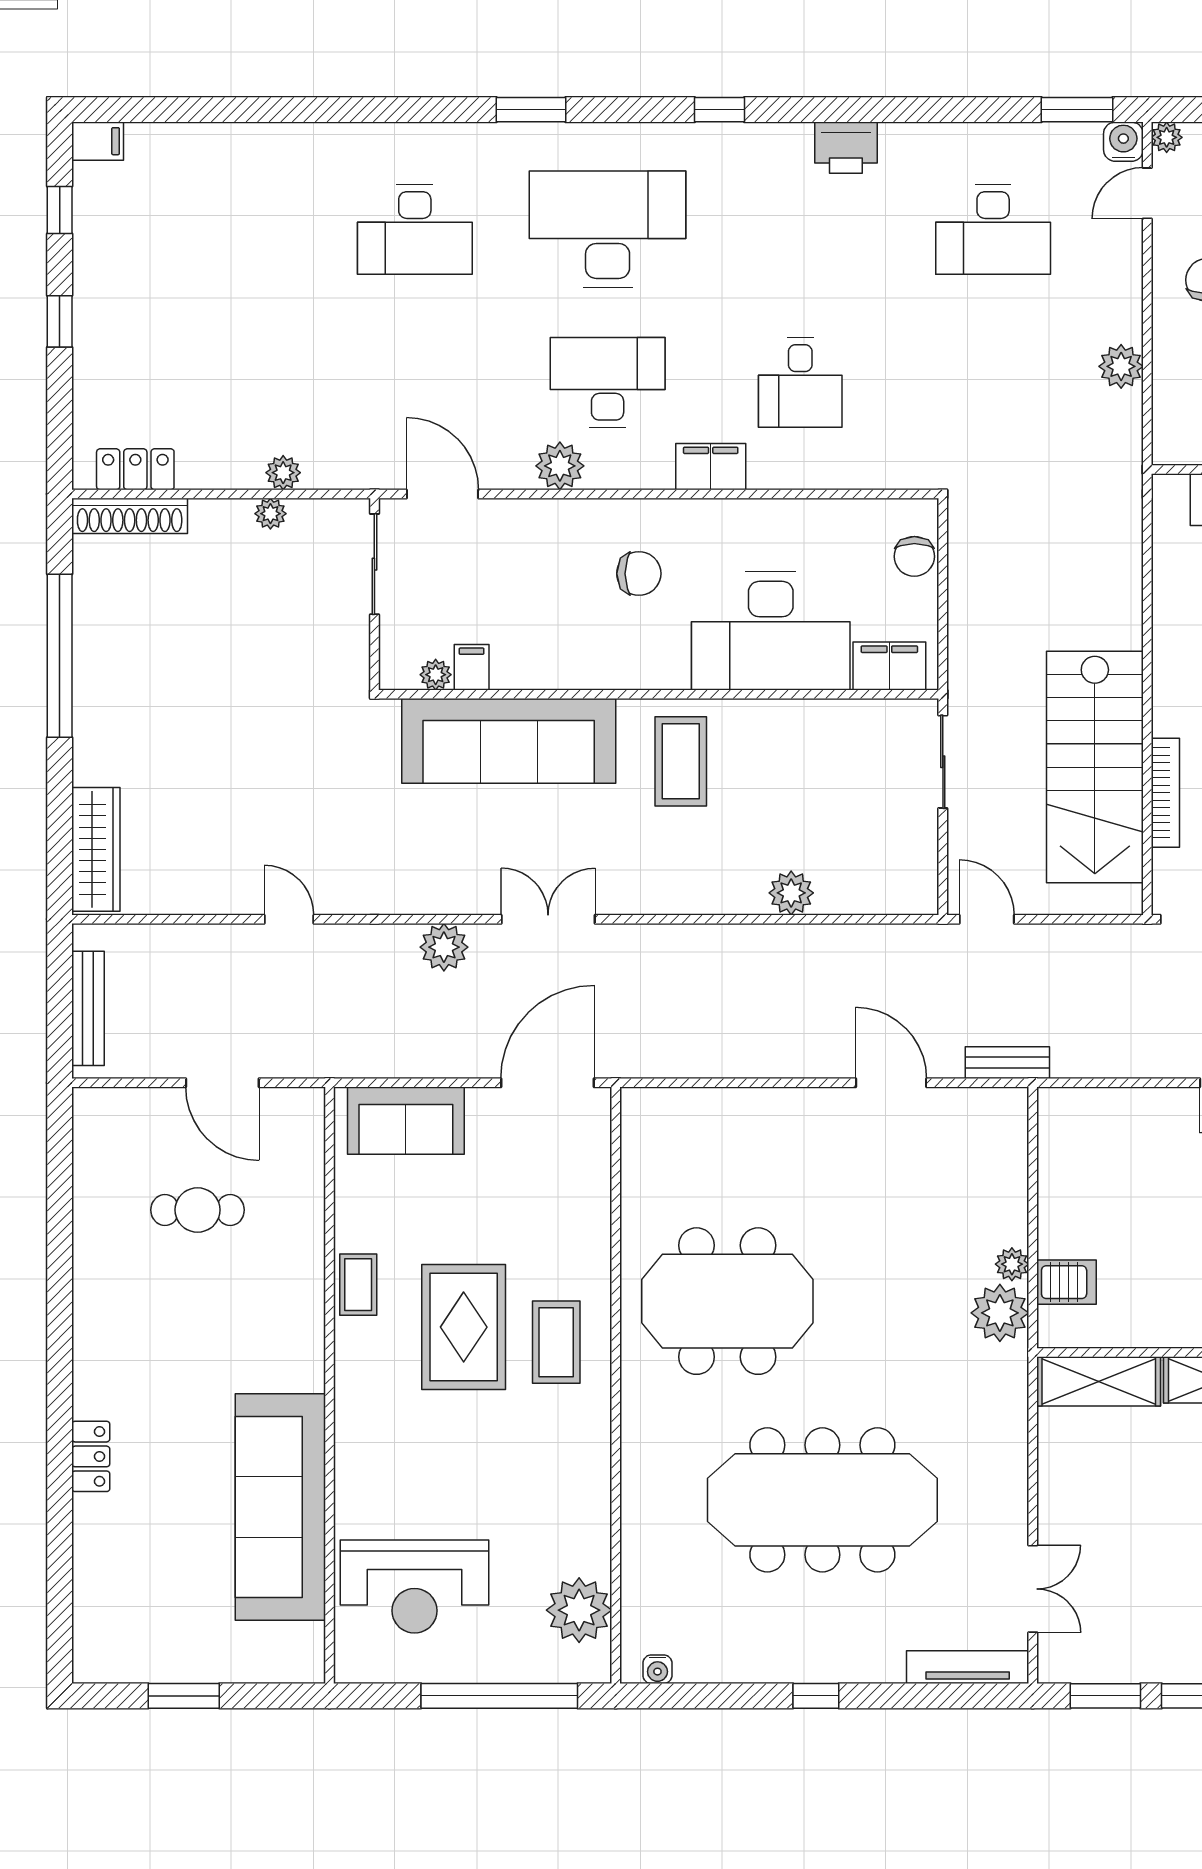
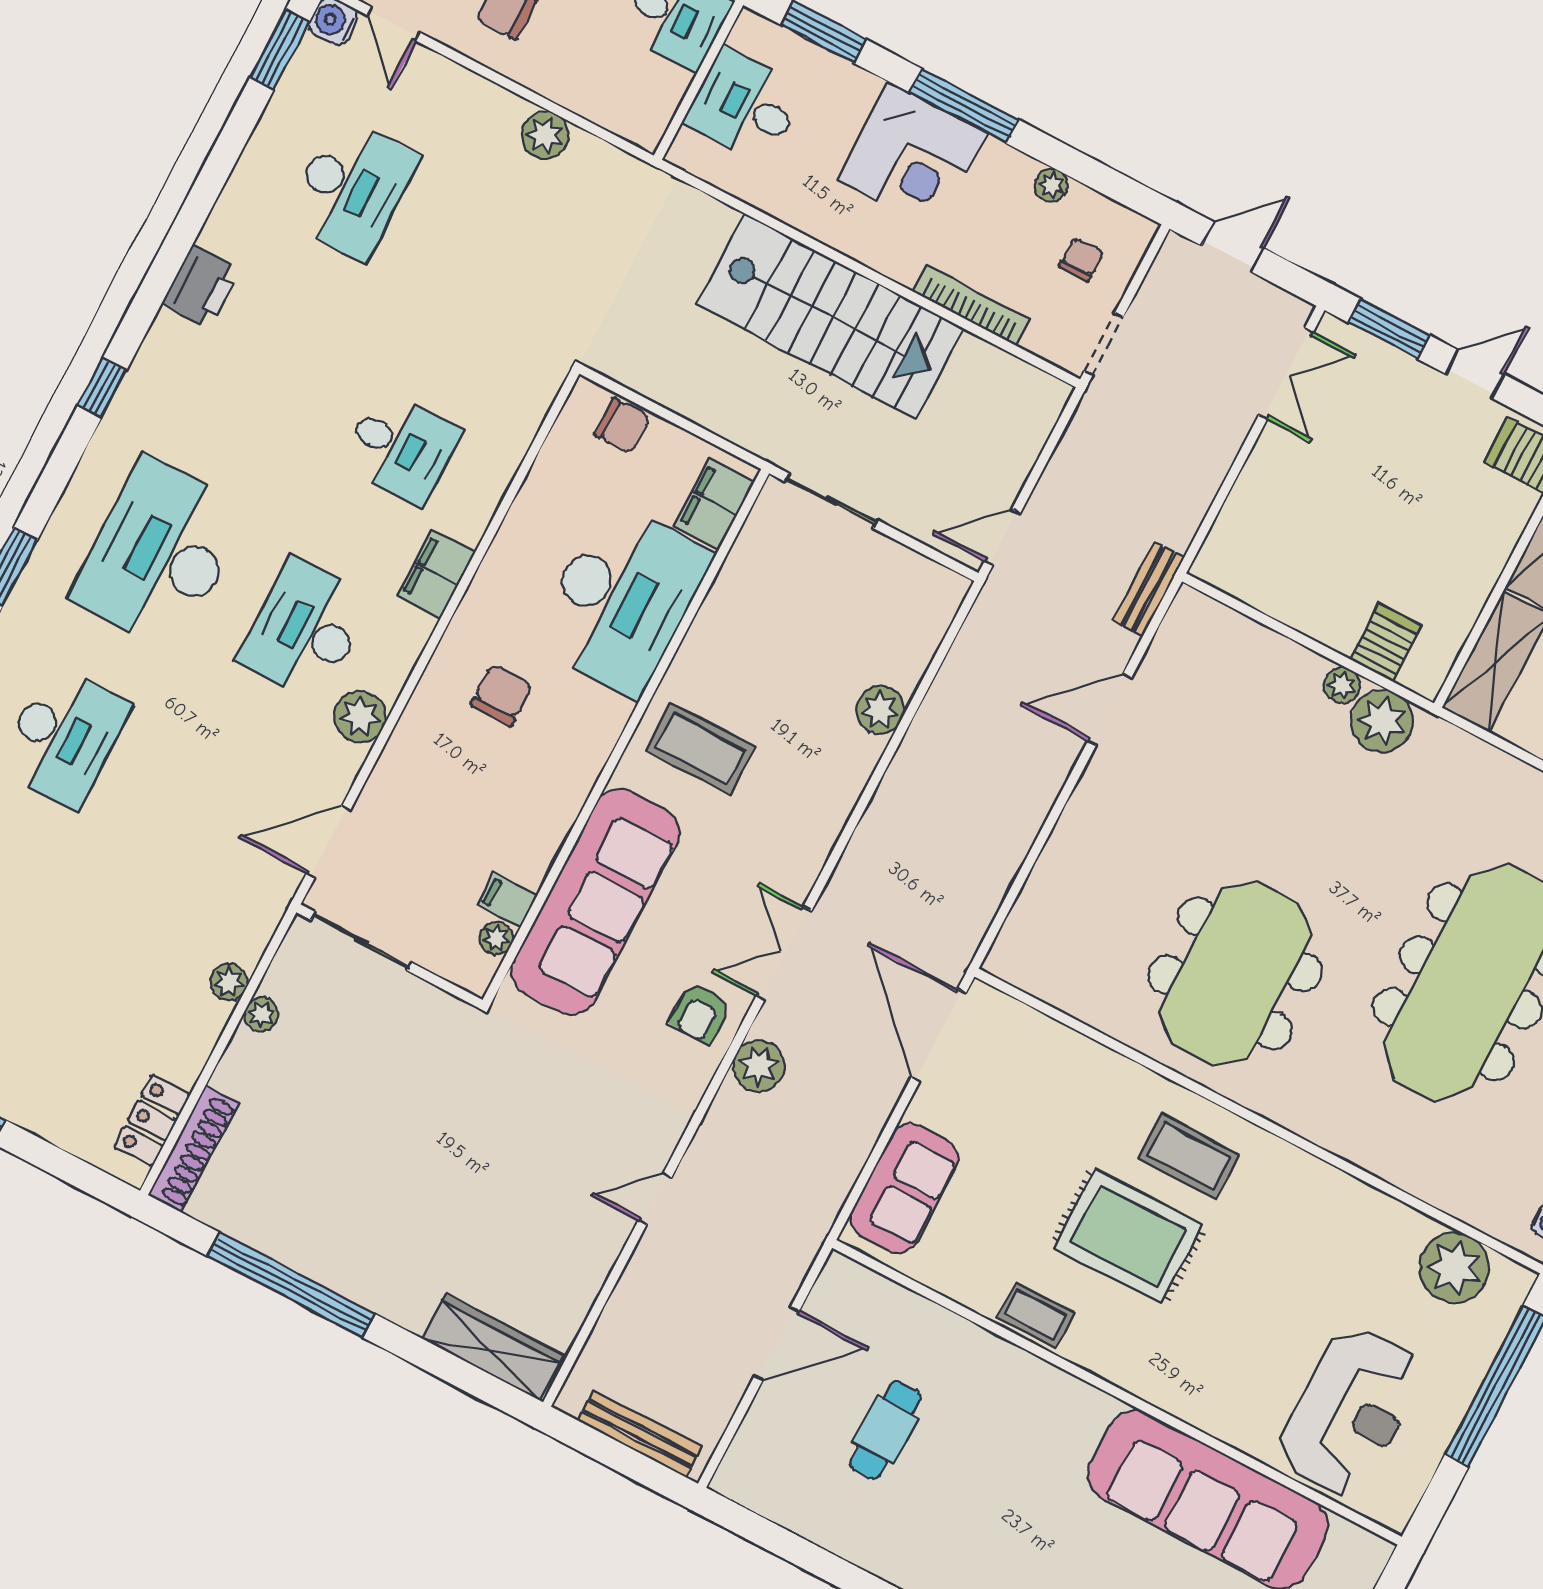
stairs: (1095, 767) -> (830, 316), moved
armchair: (462, 876) -> (700, 1013), added

